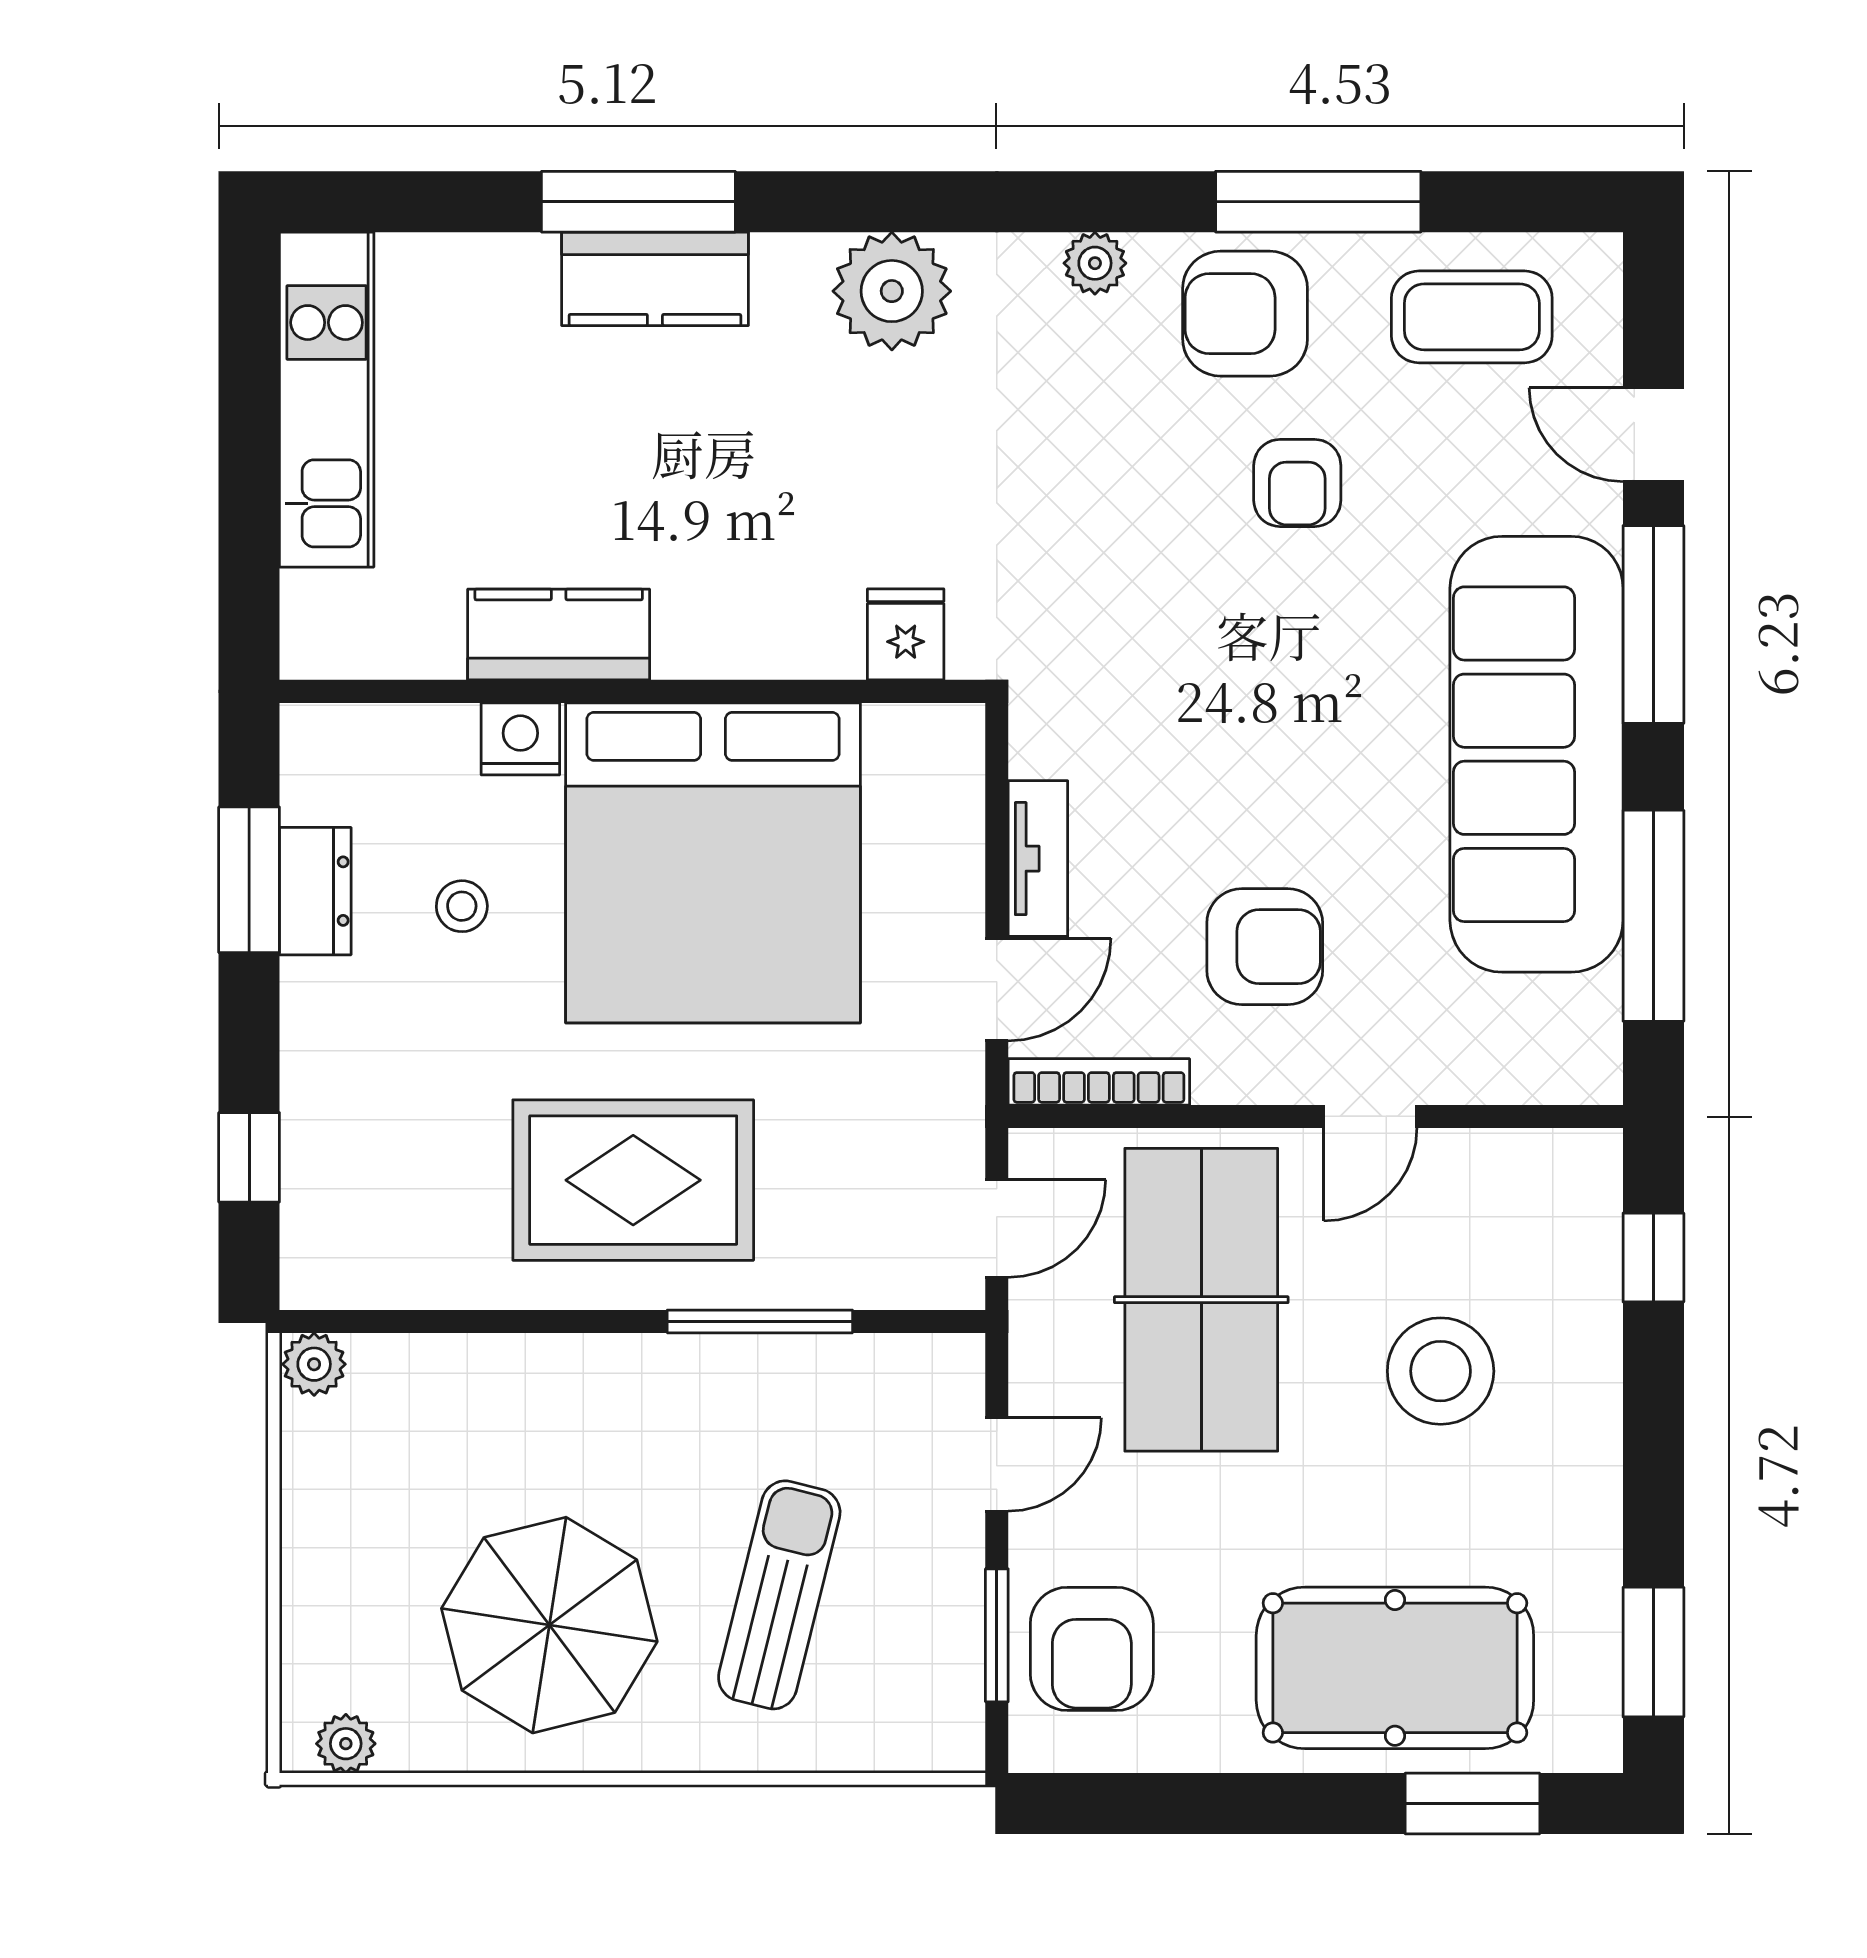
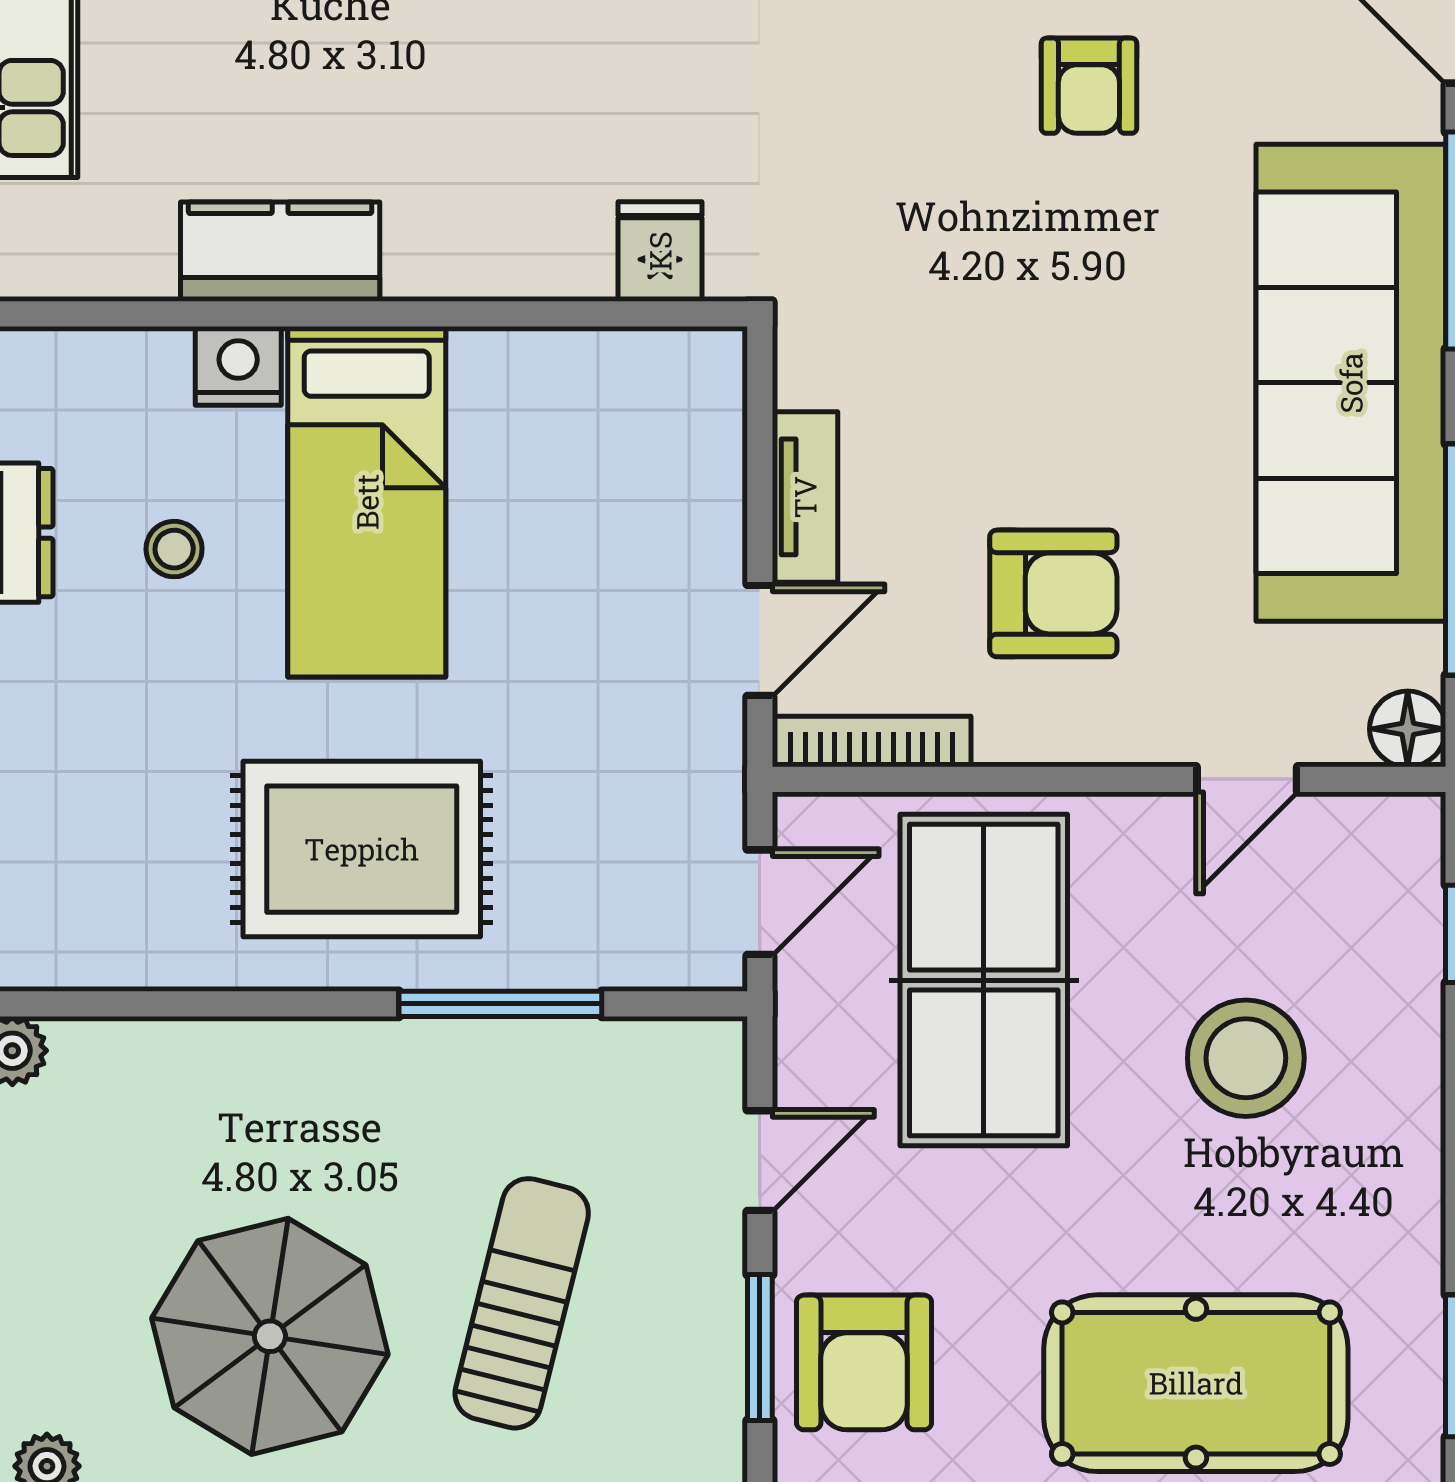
bed: (713, 863) -> (367, 502), width x0.49
floor lamp: (1588, 1070) -> (1408, 729), added
door: (1370, 1116) -> (1247, 779), moved

